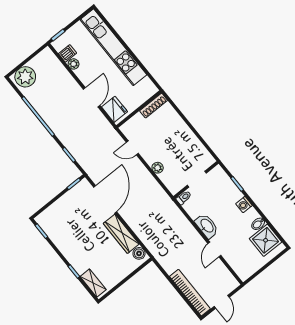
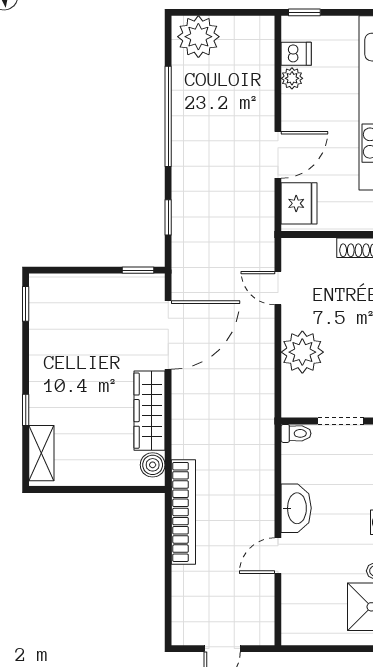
plant: (158, 168) -> (302, 352), width x1.88, depth x1.88
bookcase: (190, 293) -> (183, 512), moved

